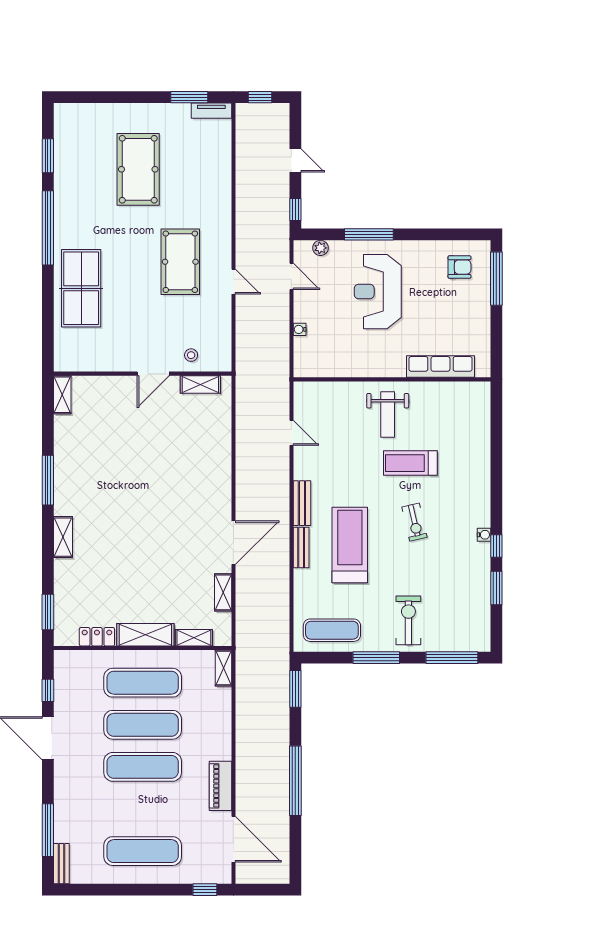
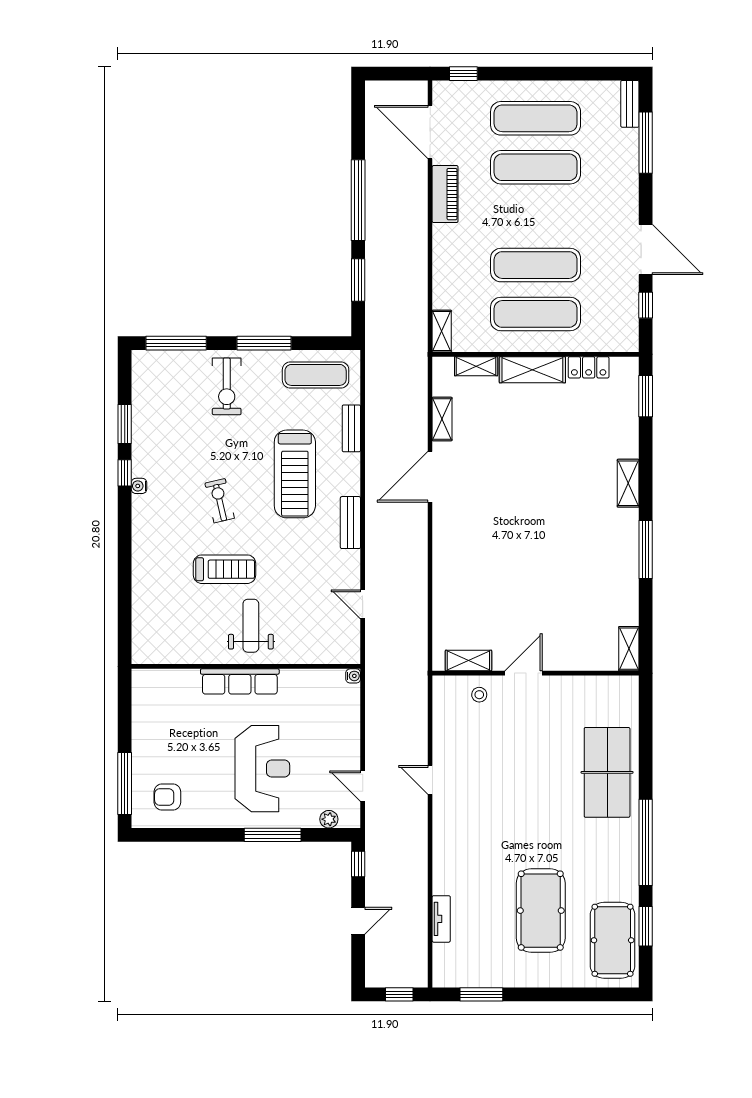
tv unit: (211, 111) -> (441, 919), moved, turned 90
door: (295, 161) -> (358, 921), swing flipped
pool table: (180, 262) -> (613, 940), moved
water cooler: (300, 329) -> (353, 676), moved
row of seats: (440, 366) -> (240, 681), moved
bench: (301, 548) -> (351, 428), moved
window: (295, 689) -> (358, 280), moved
exercise mat: (143, 767) -> (536, 167), moved

